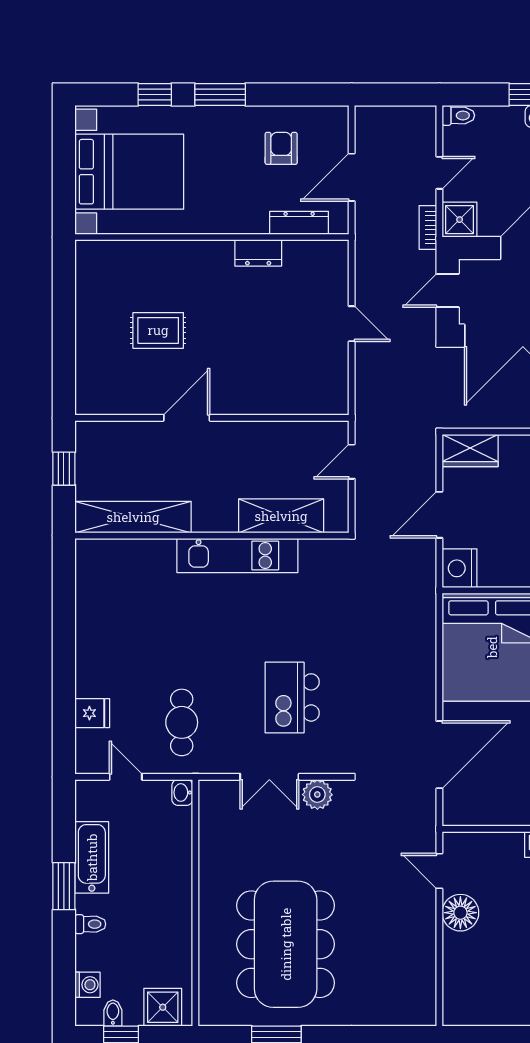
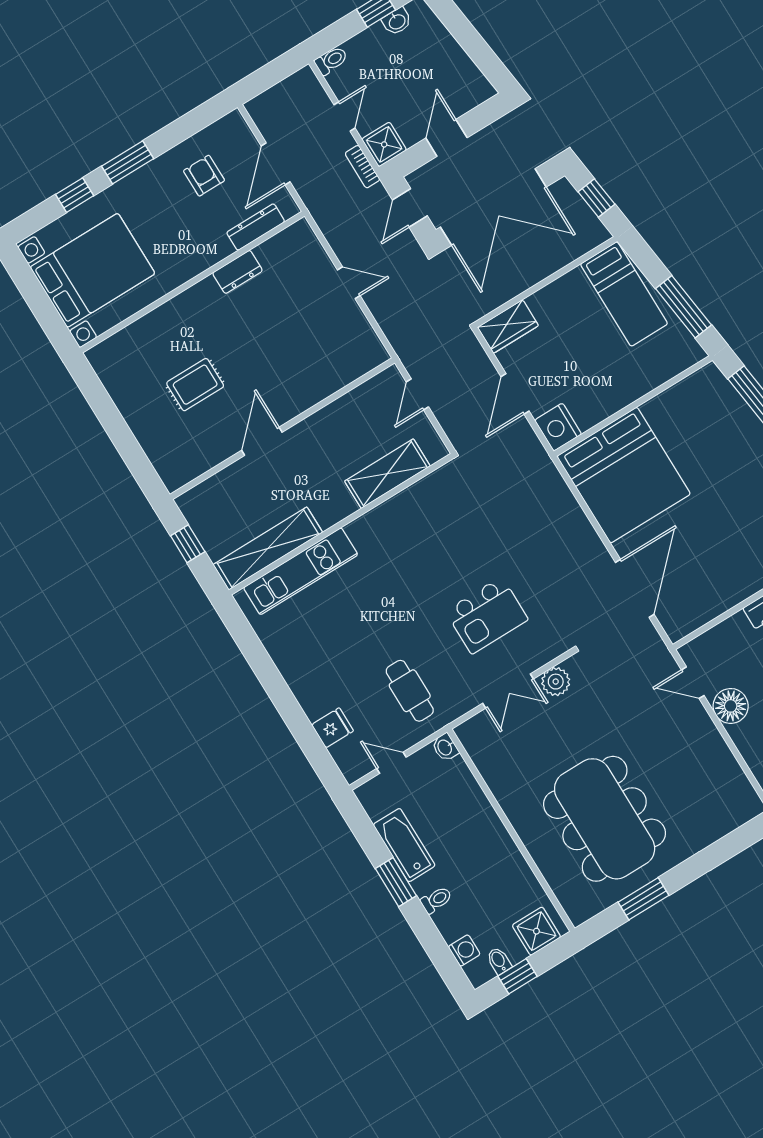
kitchen unit: (237, 555) -> (301, 571), moved
kitchen island: (292, 697) -> (487, 615), turned -90

